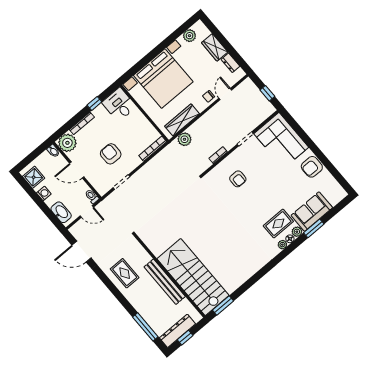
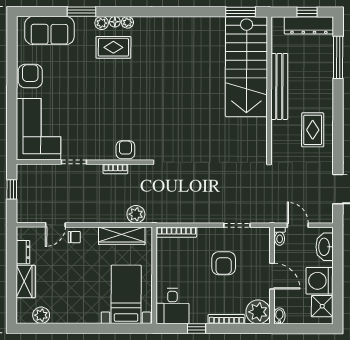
bed with nightstands: (163, 79) -> (126, 294), width x0.54
armchair: (312, 167) -> (30, 76), turned -90
armchair: (238, 179) -> (125, 150), moved
washing machine: (44, 193) -> (320, 281), width x1.89, depth x1.89
sofa: (312, 212) -> (49, 31), moved

